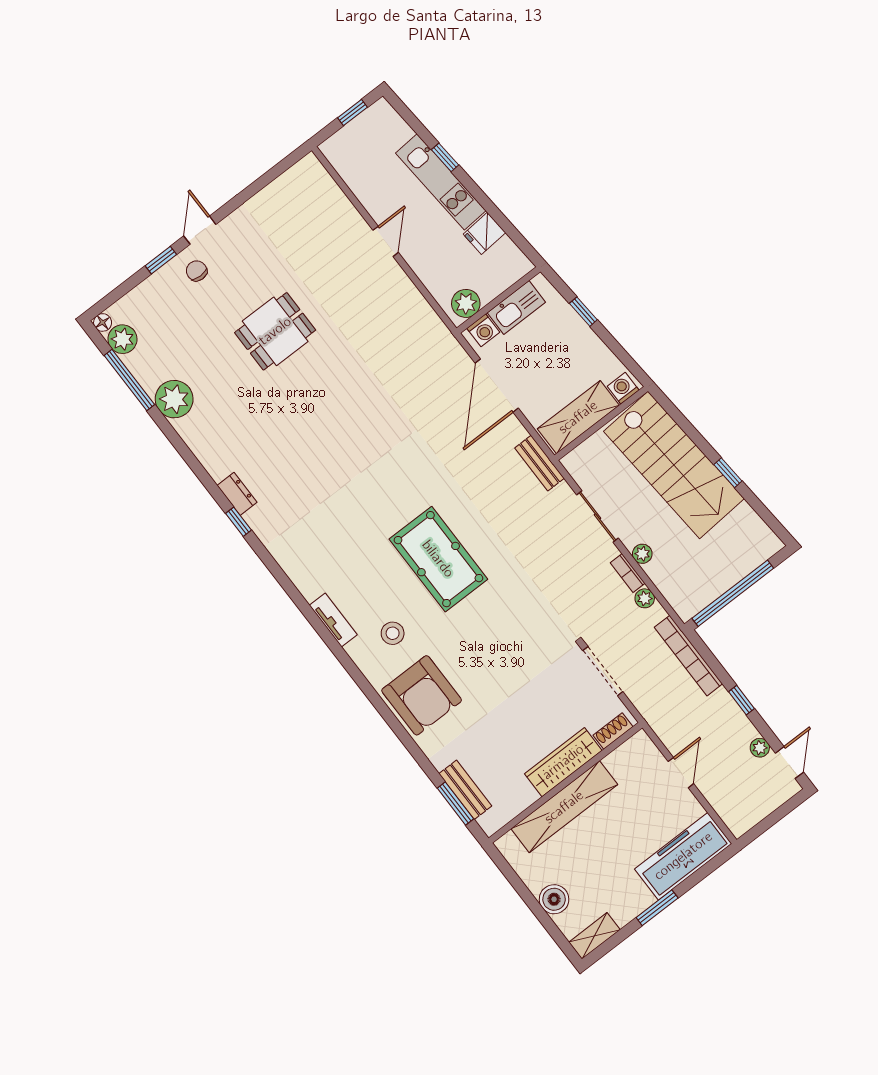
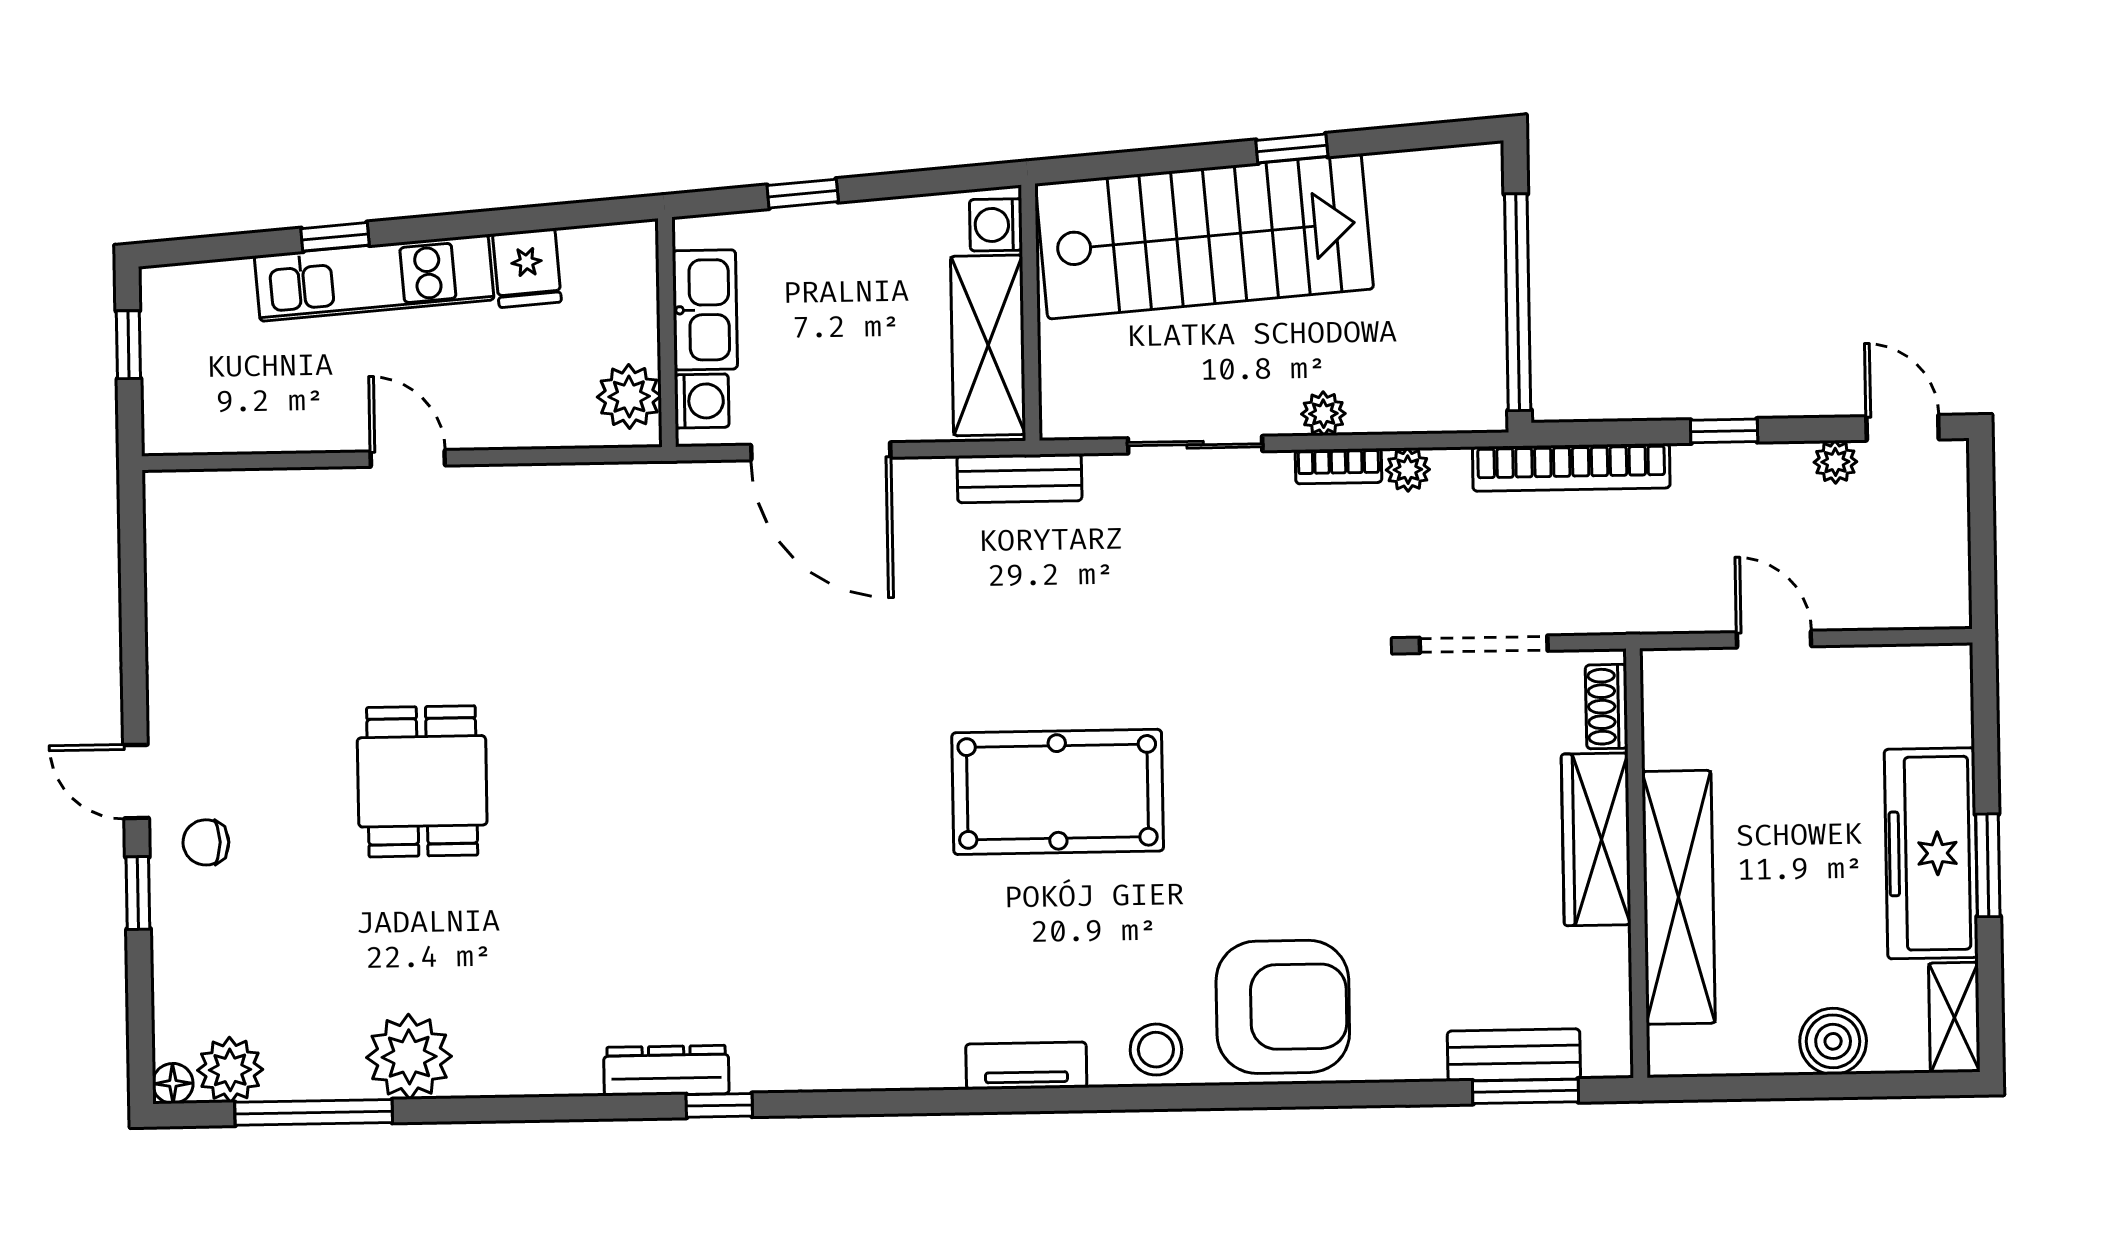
dresser: (237, 494) -> (666, 1071), width x1.44
stool: (393, 633) -> (1156, 1050), moved
freezer: (683, 856) -> (1931, 853), moved

